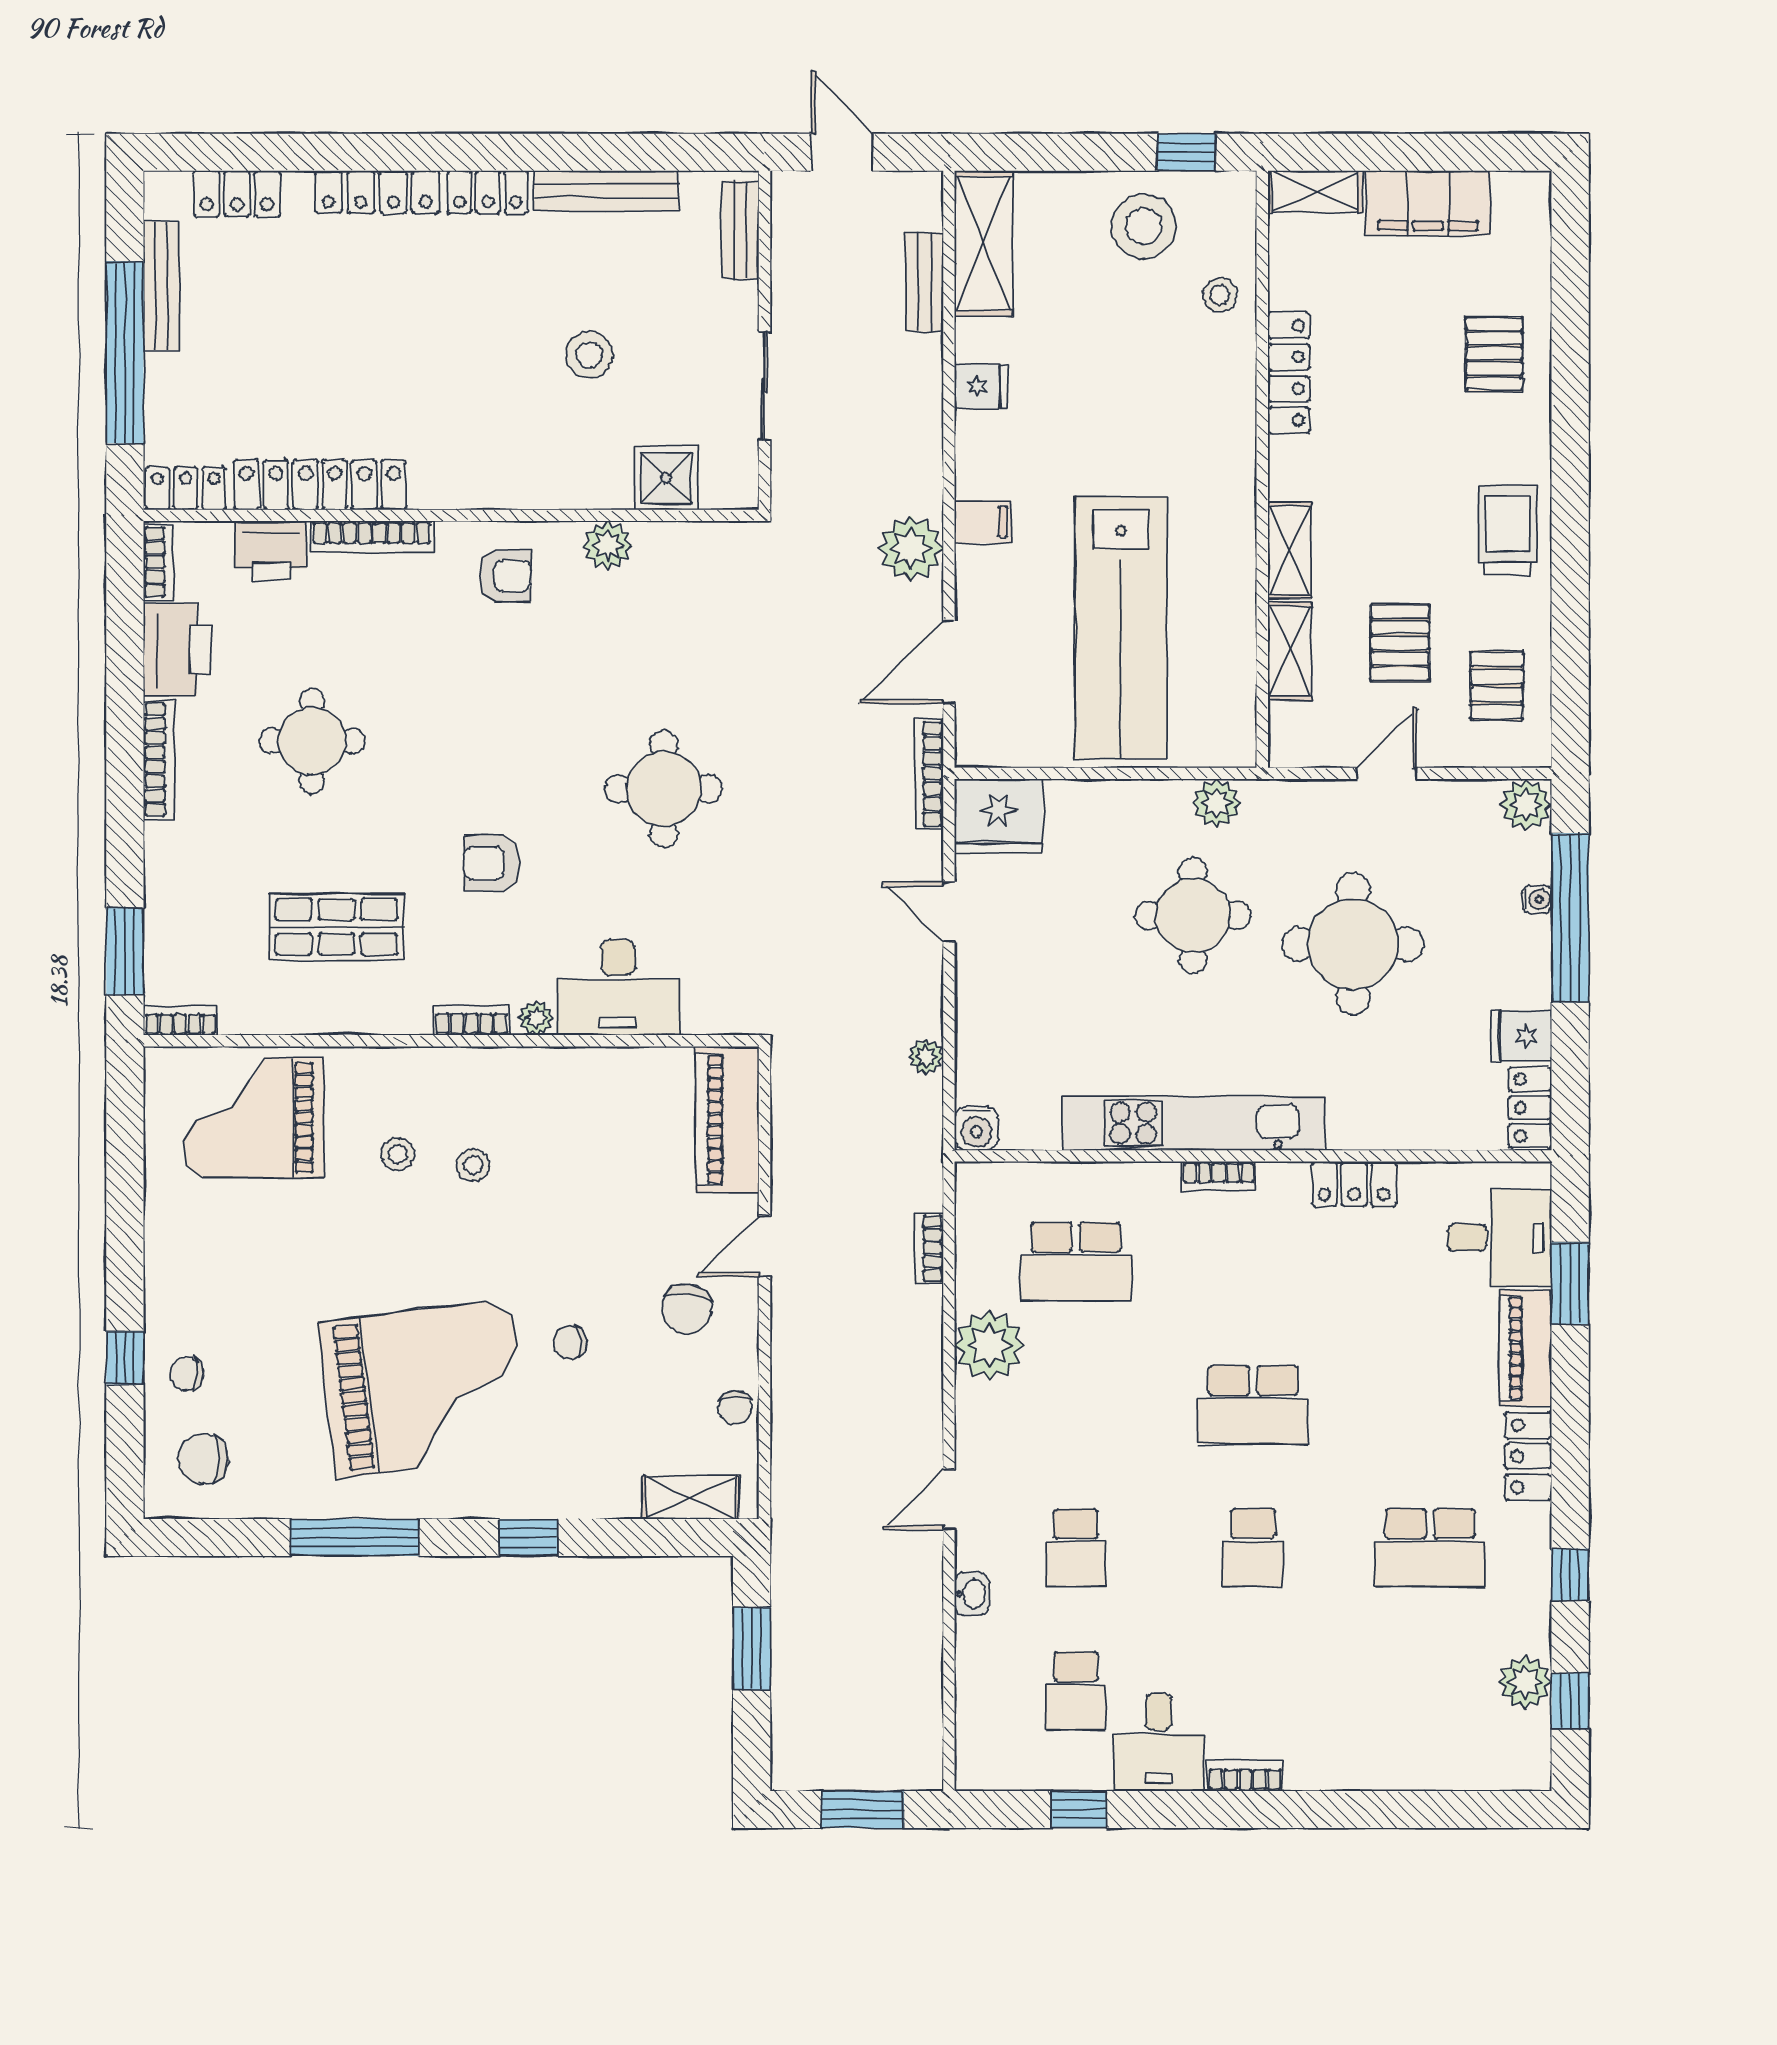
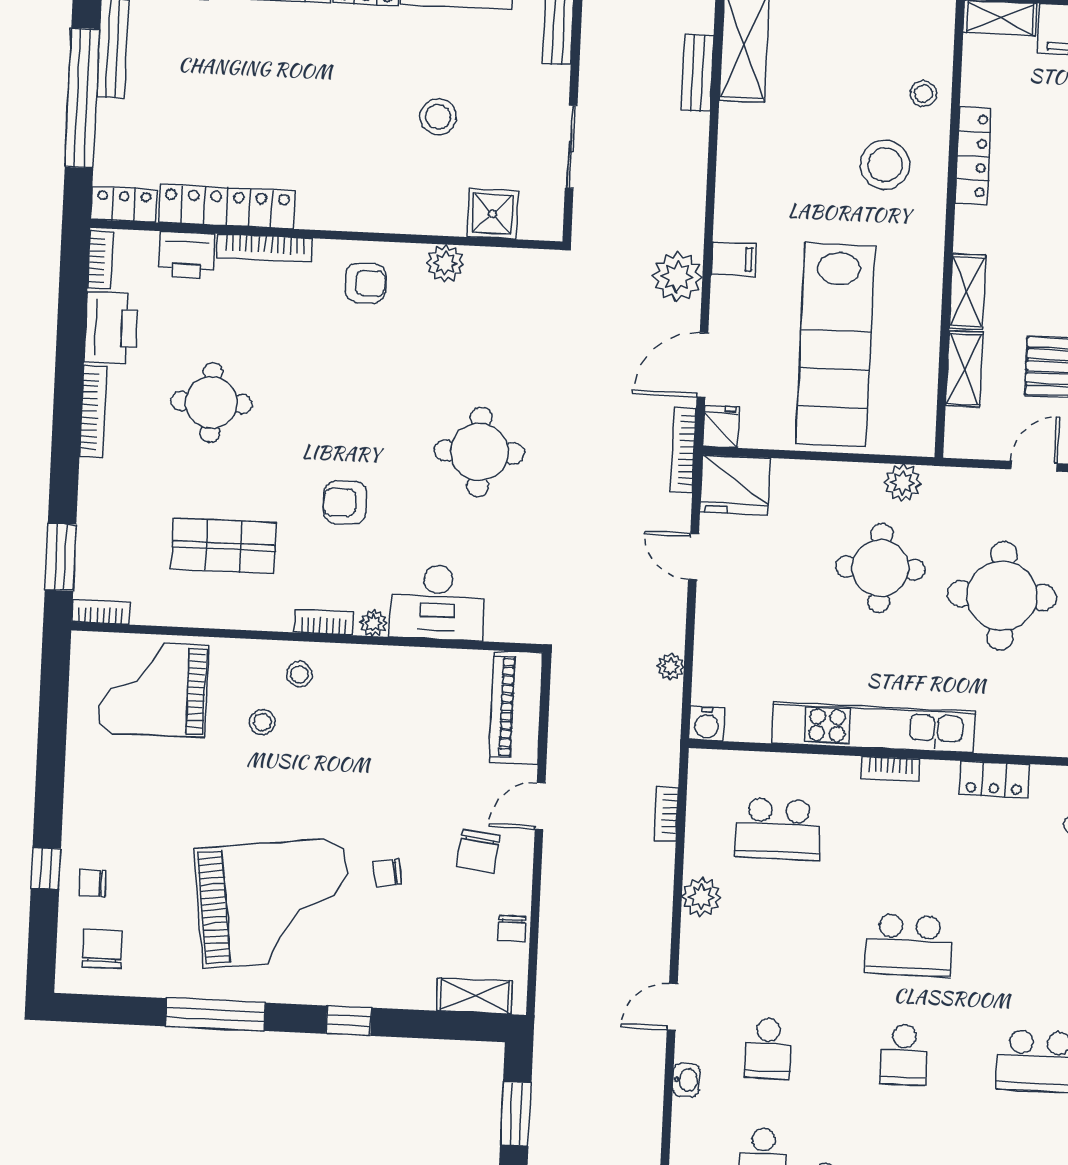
stool: (1144, 226) -> (885, 165), moved
fridge: (981, 387) -> (721, 427), moved, turned -90
stool: (473, 1165) -> (299, 674), moved
plant: (989, 1345) -> (701, 897), width x0.73, depth x0.73
chair: (203, 1459) -> (102, 949), turned 90

